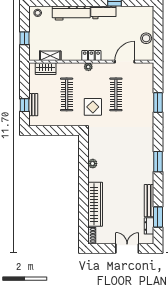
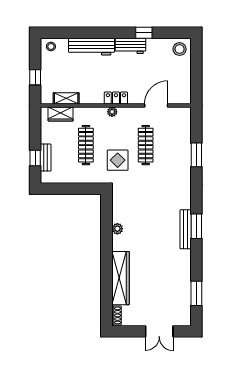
stool: (146, 38) -> (180, 49), moved
bench: (149, 201) -> (186, 229), moved
dresser: (149, 226) -> (186, 304), removed
double door: (127, 248) -> (159, 331), swing flipped

